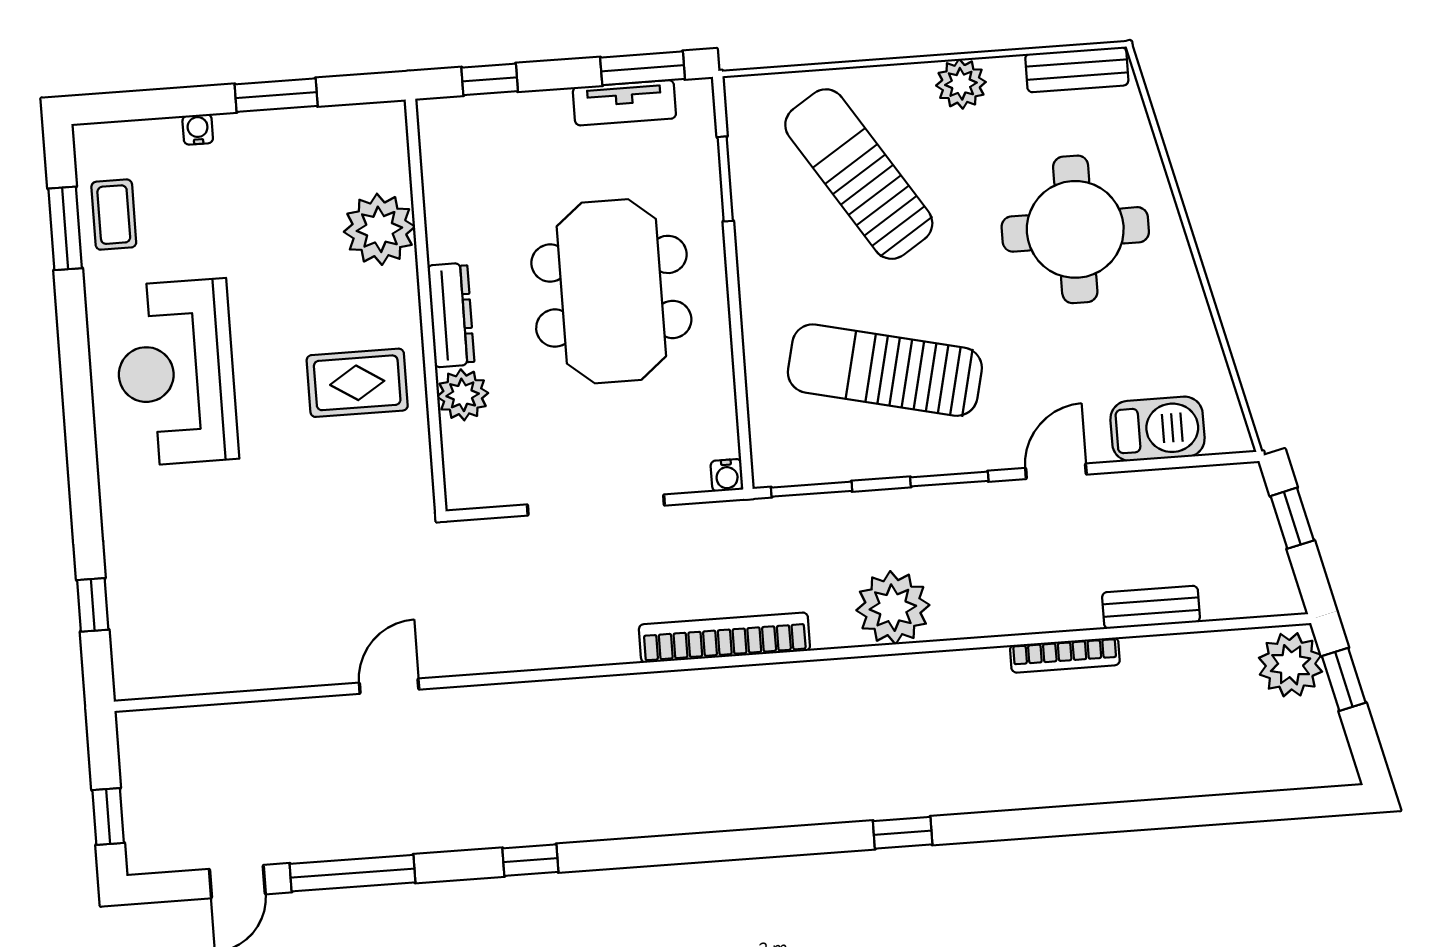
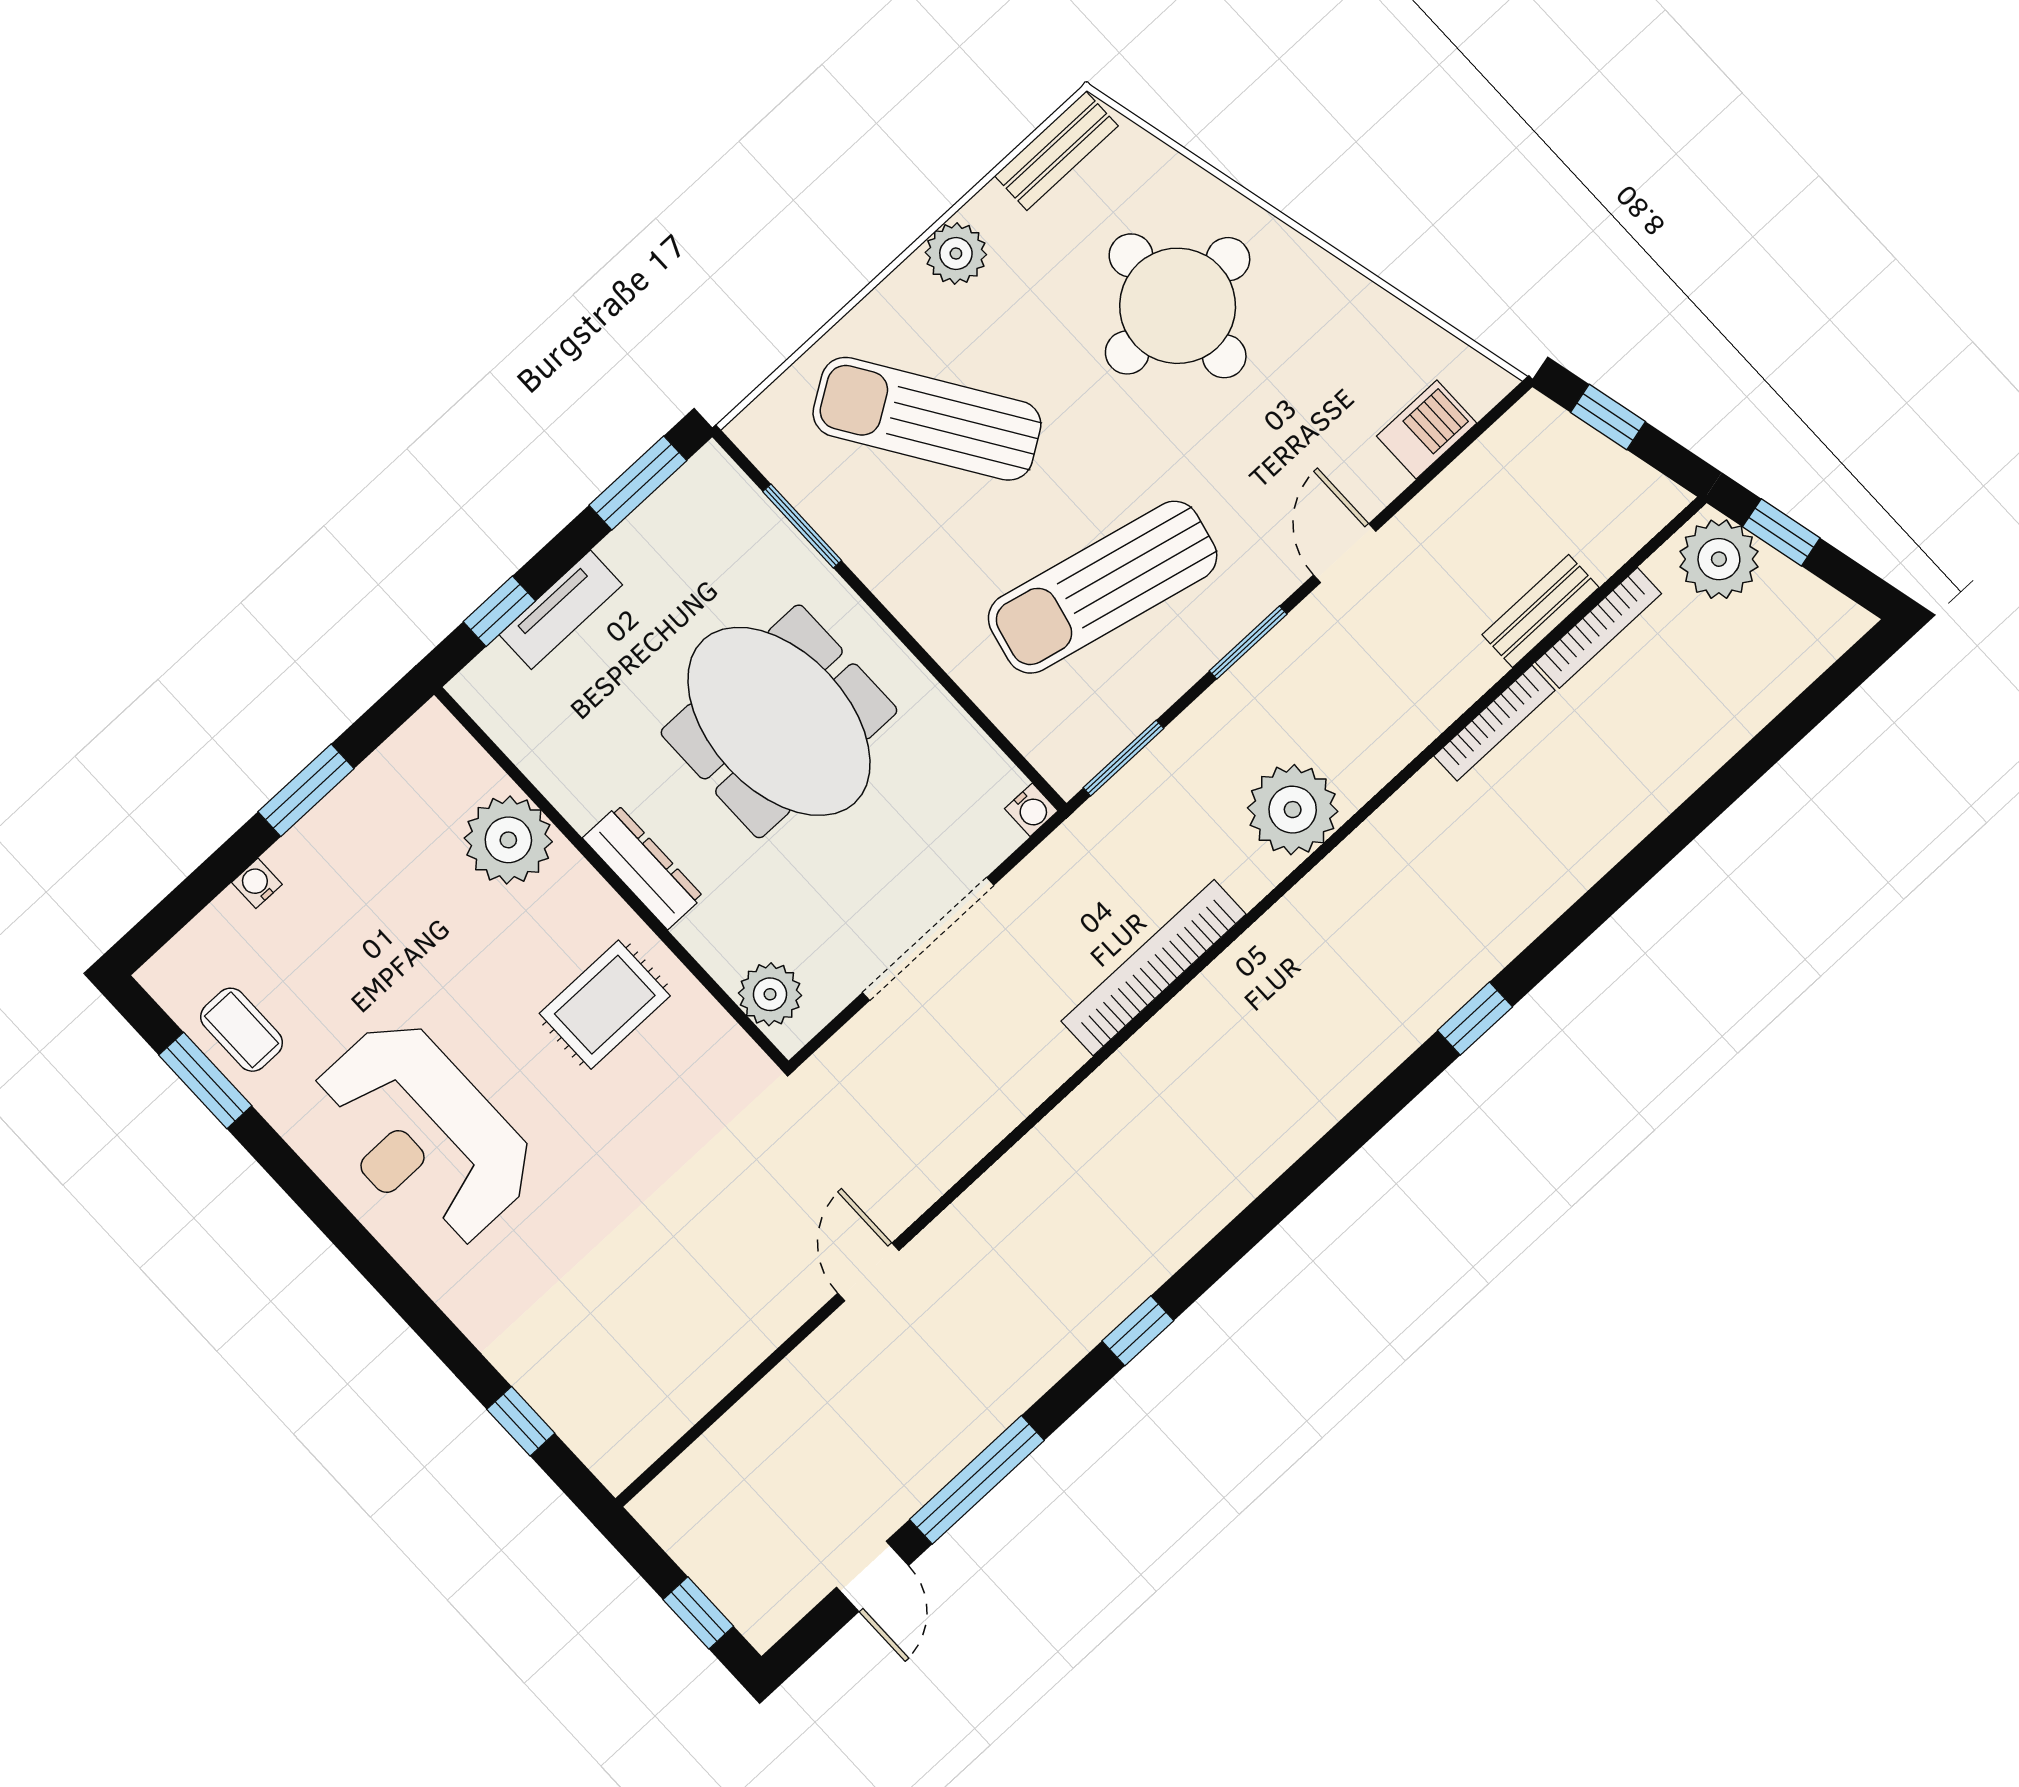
tv unit: (624, 103) -> (561, 610), moved
plant: (463, 395) -> (770, 994), moved
barbecue: (1157, 429) -> (1427, 430), width x0.73, depth x0.79
bookcase: (1179, 647) -> (1598, 628), added

